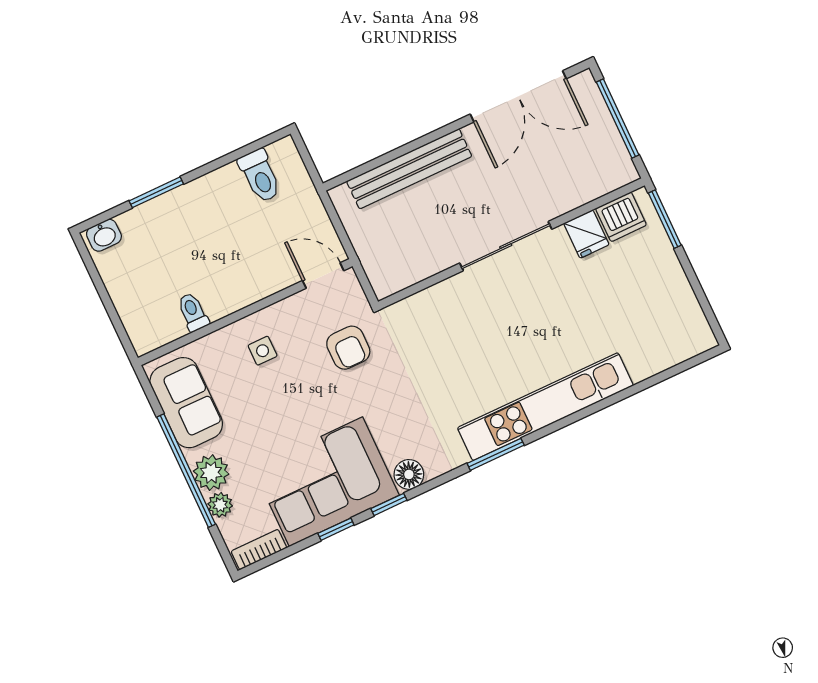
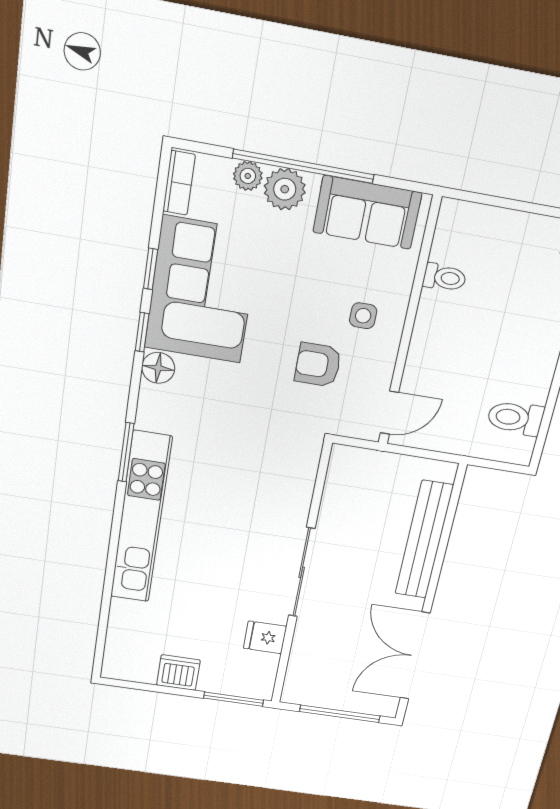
dishwasher: (621, 217) -> (178, 673), moved, turned 90
armchair: (348, 348) -> (318, 365), moved

